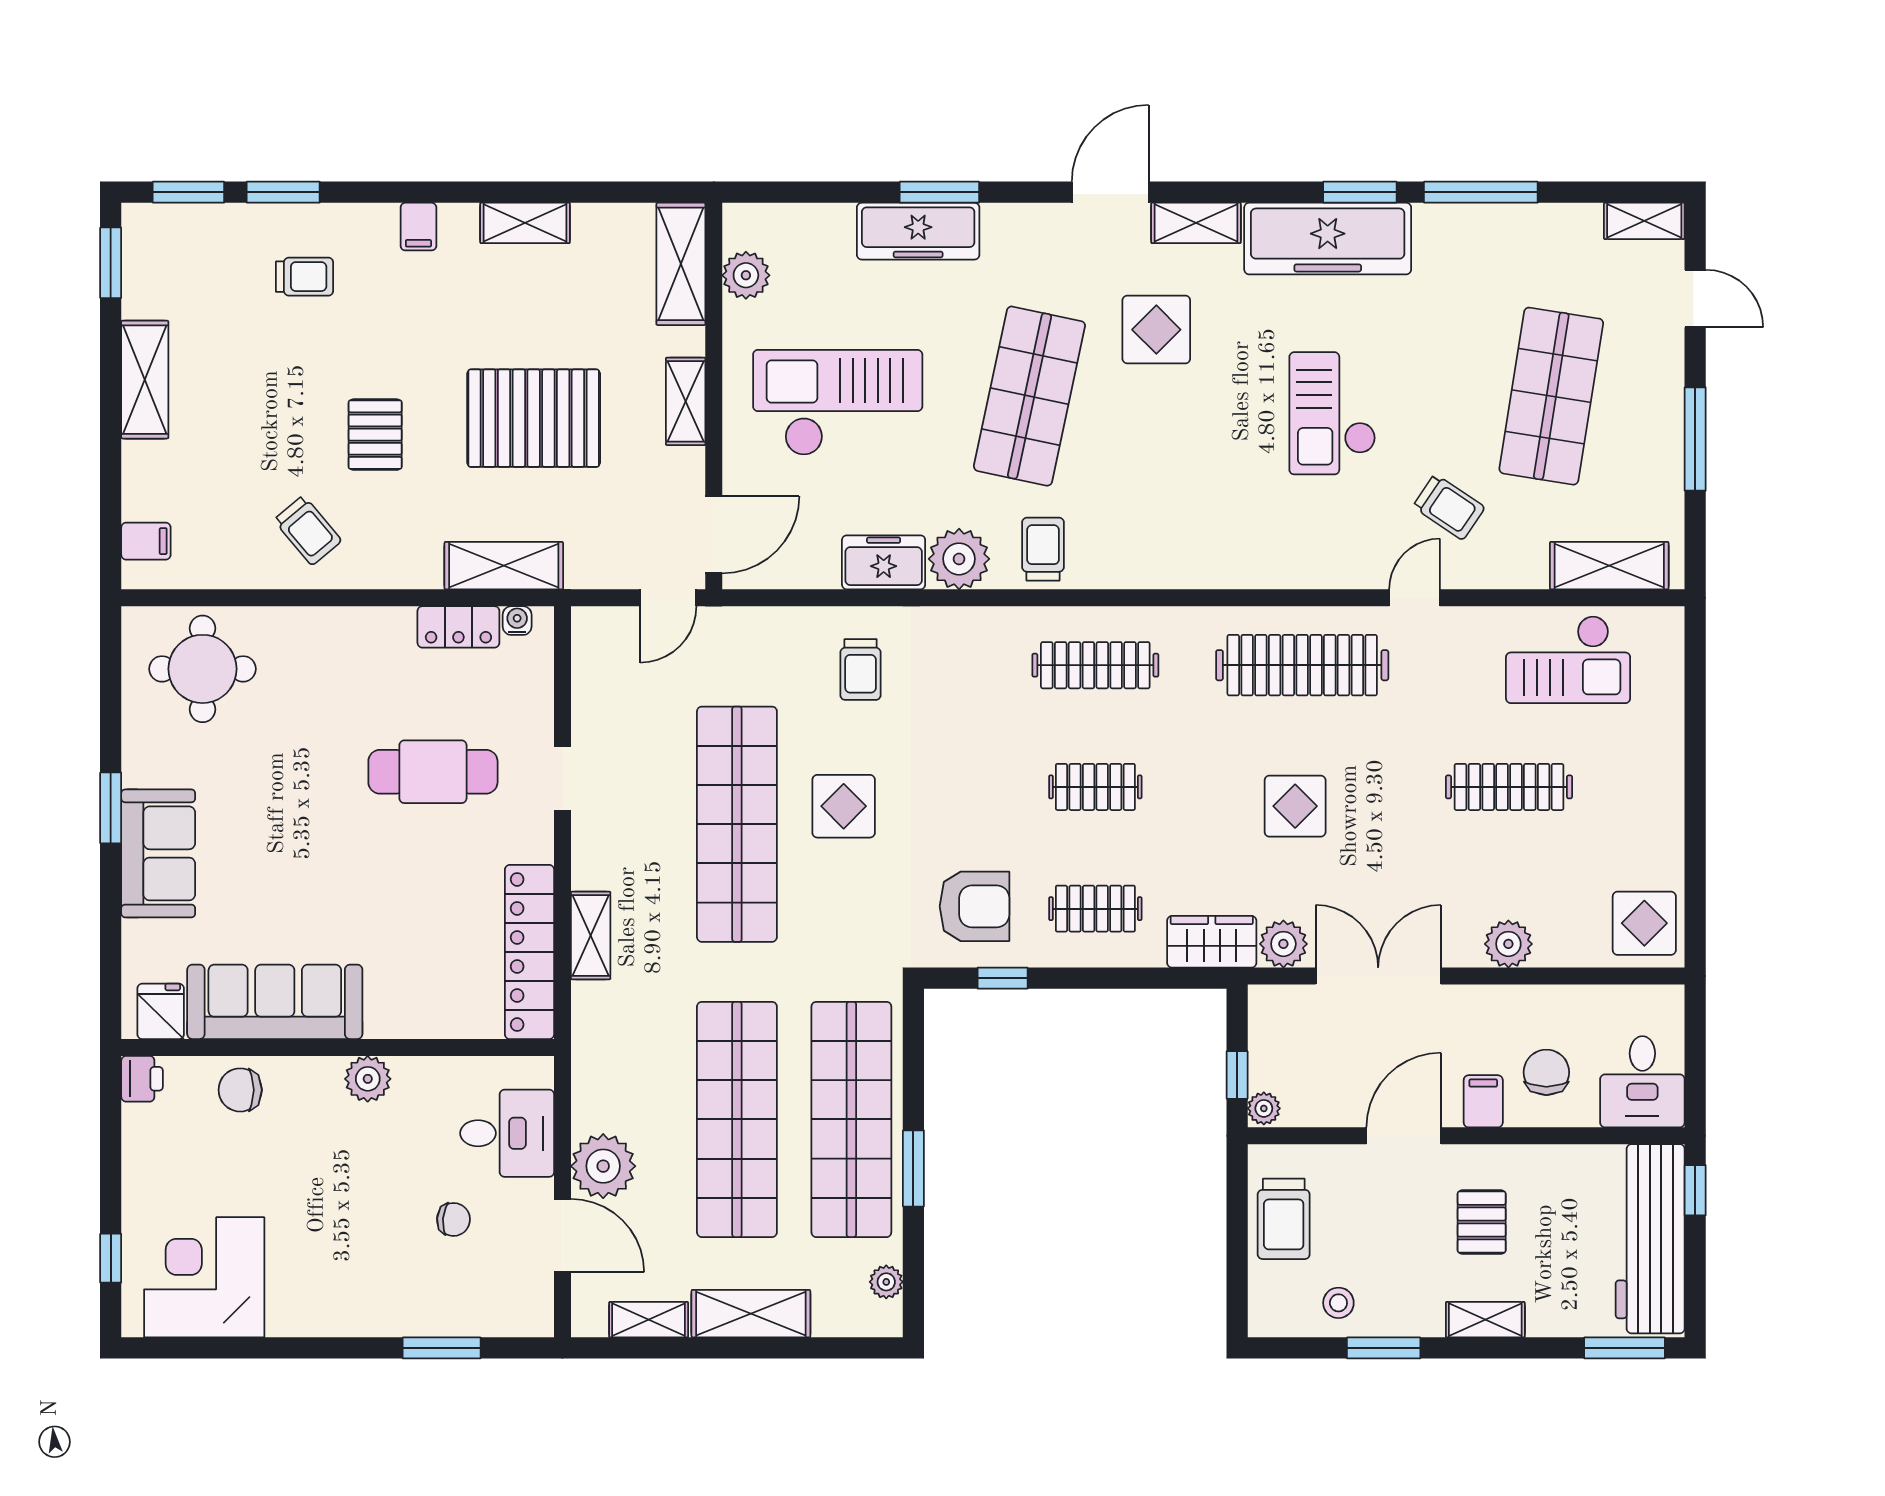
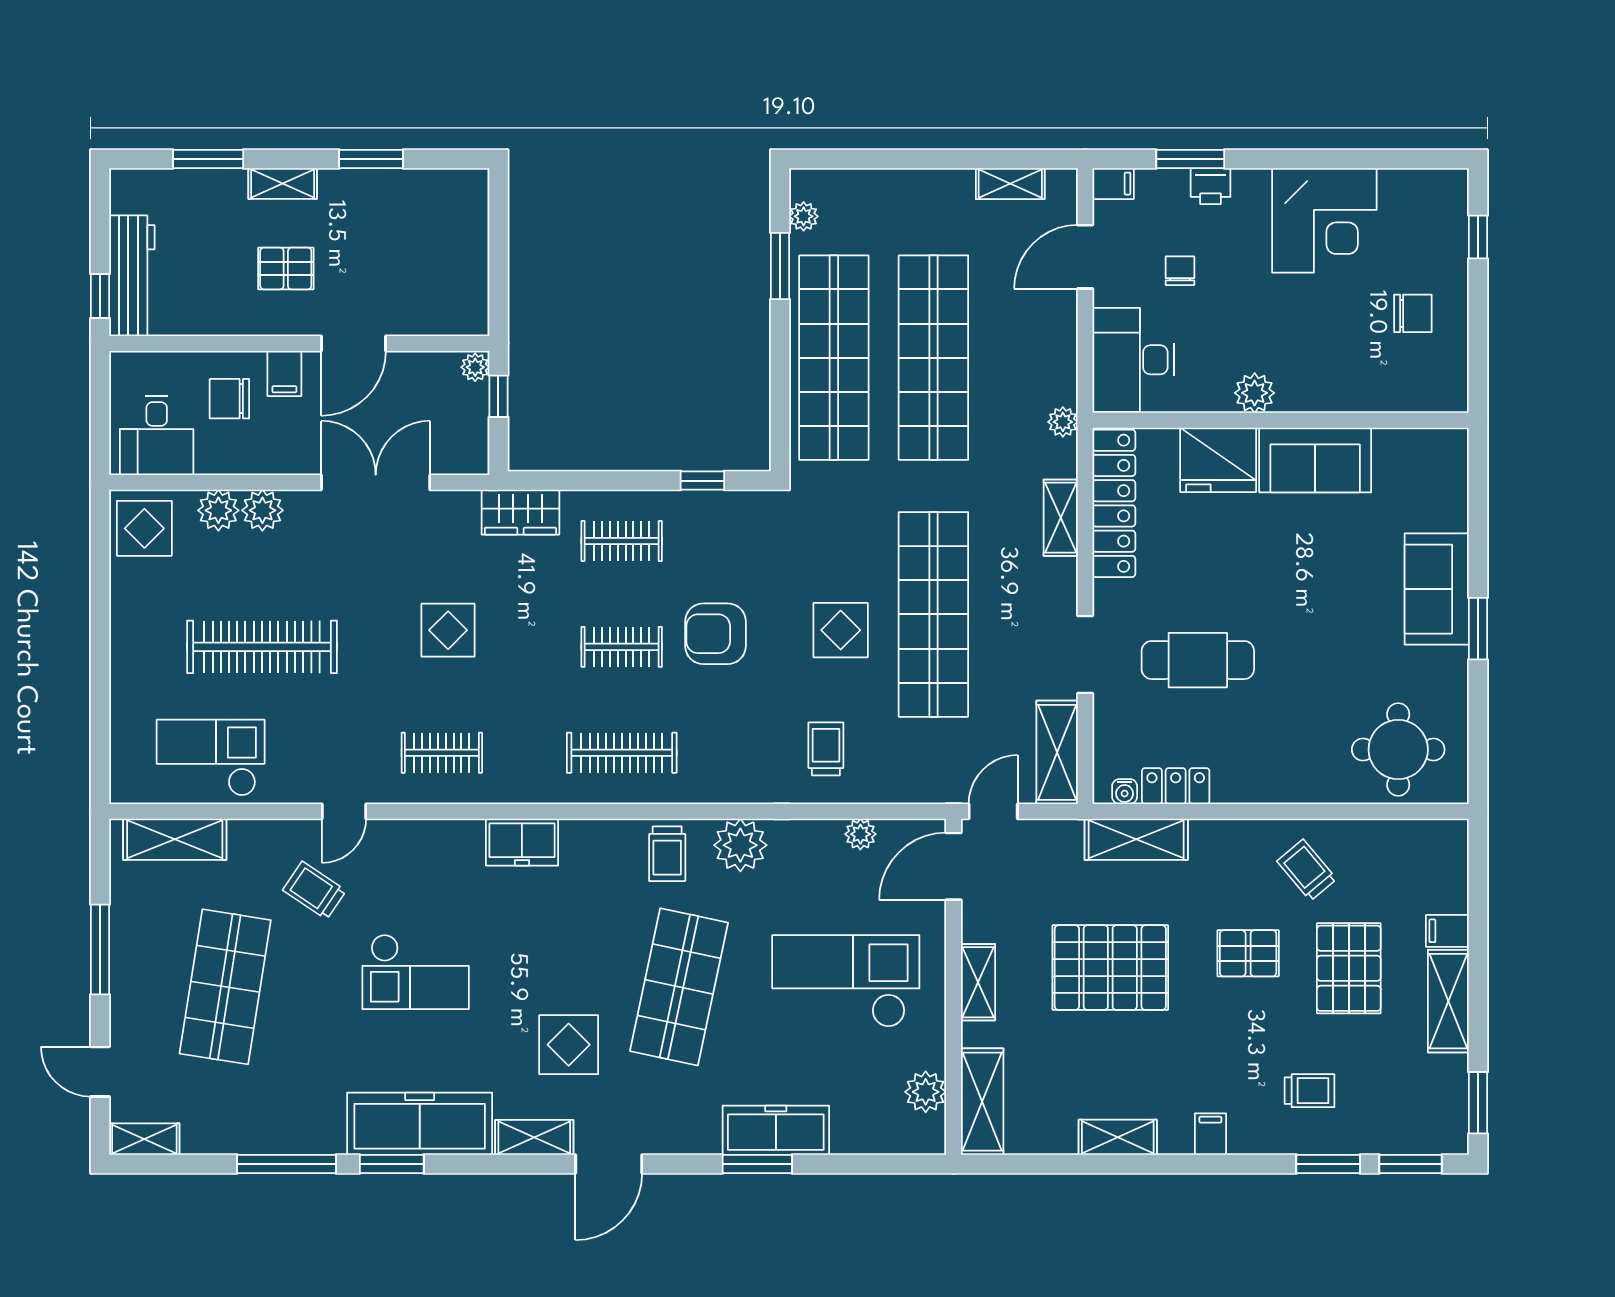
trolley: (305, 277) -> (1309, 1091), turned 180
checkout: (838, 403) -> (846, 981), turned 180
checkout: (1332, 413) -> (416, 972), turned 90
pallet: (259, 417) -> (1349, 968), added
pallet: (375, 435) -> (1248, 953), turned 90
filing cabinet: (146, 541) -> (1447, 931), moved
freezer: (884, 562) -> (522, 842), moved
plant: (821, 572) -> (860, 834), added
clothes rail: (1302, 665) -> (442, 753), width x0.54, depth x0.76
doorway: (563, 778) -> (1085, 655), width x1.38
clothes rail: (1509, 787) -> (262, 647), width x1.37, depth x1.31
armchair: (974, 906) -> (715, 634), moved
plant: (1283, 944) -> (218, 510), moved
double door: (1378, 976) -> (376, 482), swing flipped
sofa: (275, 1002) -> (1315, 460), width x0.73
fridge: (161, 1011) -> (1218, 460), moved, width x1.88, depth x1.34
chair: (1546, 1072) -> (229, 399), turned 90
printer: (142, 1079) -> (1211, 186), moved, turned -90
desk: (1642, 1082) -> (157, 435), moved, turned 180
chair: (240, 1090) -> (1413, 313), moved
desk: (507, 1133) -> (1133, 360), width x1.37
plant: (603, 1166) -> (1063, 422), moved, width x0.53, depth x0.53
window: (913, 1168) -> (780, 266), moved
chair: (453, 1219) -> (1180, 271), turned 85
trolley: (1284, 1219) -> (458, 271), removed
pallet: (1482, 1222) -> (286, 268), turned 90
door: (563, 1236) -> (1085, 257), hinge flipped
workbench: (1650, 1239) -> (132, 276), width x0.73, depth x0.76
corner desk: (204, 1277) -> (1324, 220), moved
stool: (1338, 1303) -> (410, 198), removed
shelving: (751, 1314) -> (1057, 752), moved, turned 90
filing cabinet: (530, 1320) -> (1113, 184), added
window: (1625, 1348) -> (208, 159), moved

